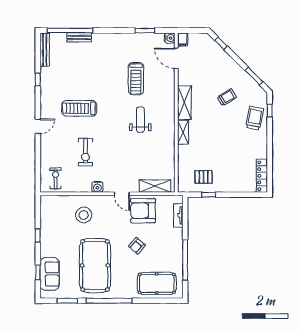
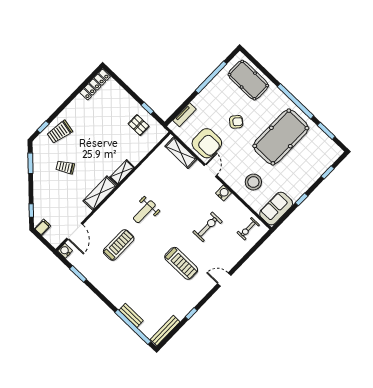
filing cabinet: (183, 39) -> (43, 227), moved
sofa: (50, 274) -> (276, 209), moved

